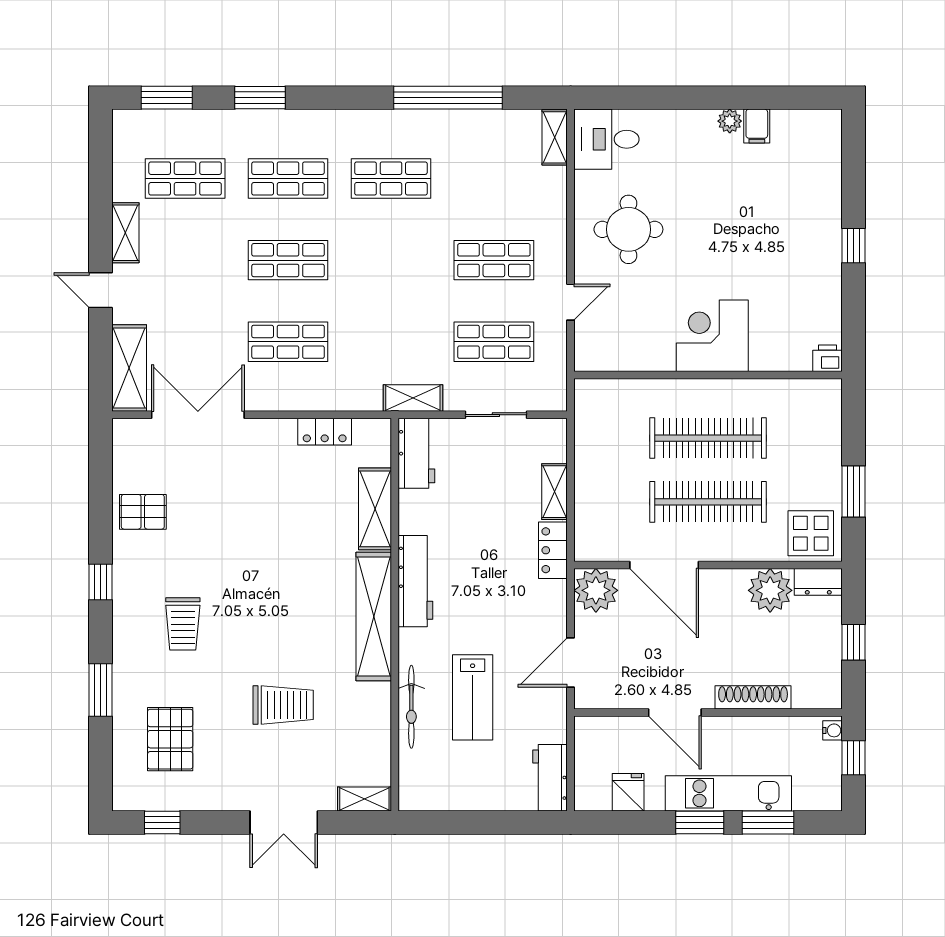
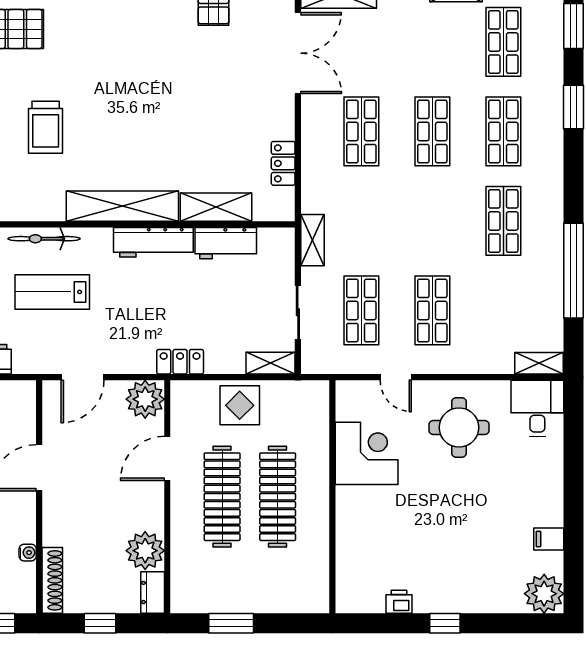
plant: (730, 121) -> (544, 594), moved, width x1.88, depth x1.88
corner desk: (712, 336) -> (367, 453), moved
printer: (828, 358) -> (399, 602), moved, turned -90
workbench: (416, 453) -> (226, 243), moved
shelving: (555, 492) -> (270, 363), moved
display table: (811, 533) -> (240, 405), moved
door: (664, 565) -> (167, 458), width x0.73
trolley: (183, 624) -> (116, 40), removed
door: (571, 662) -> (83, 377), swing flipped
shoe rack: (753, 697) -> (52, 580), moved
water cooler: (833, 730) -> (28, 553), moved, turned -90

